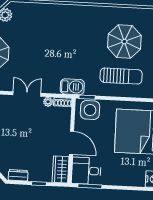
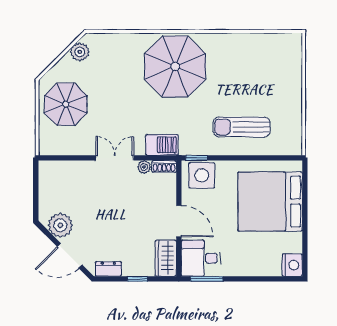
parasol: (124, 42) -> (175, 66), moved, width x1.36, depth x1.36
sun lounger: (121, 76) -> (242, 127), turned 180
barbecue: (72, 87) -> (162, 145), moved

